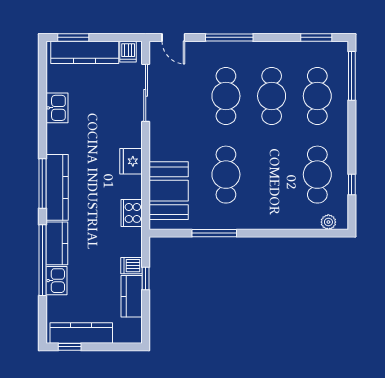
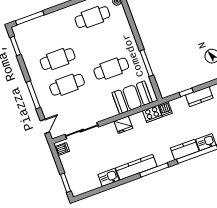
kitchen counter: (85, 52) -> (71, 173), removed
cafe table: (317, 96) -> (48, 33), removed
kitchen counter: (57, 187) -> (136, 167), moved
dishwasher: (131, 266) -> (165, 109), moved

